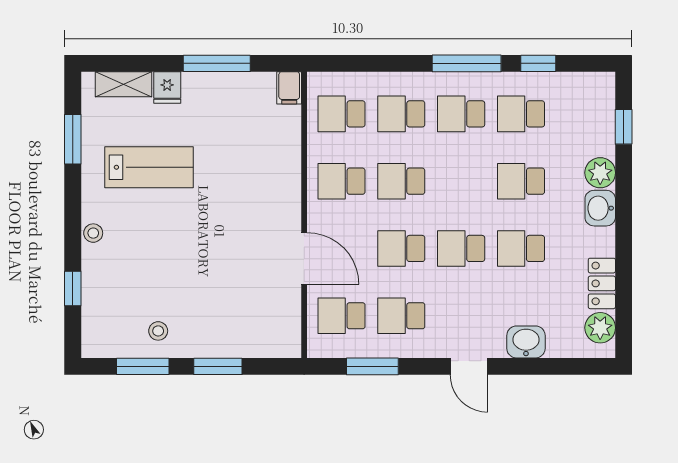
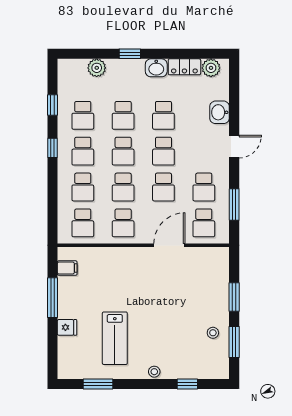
window: (467, 63) -> (53, 148), width x0.46
shelving: (123, 84) -> (65, 354), removed
filing cabinet: (289, 88) -> (67, 268), moved
window: (624, 127) -> (130, 54), moved
lab bench: (149, 167) -> (115, 338), turned 180
plant: (600, 173) -> (97, 68), moved
school desk: (461, 181) -> (123, 151), added
washbasin: (600, 208) -> (156, 68), moved

